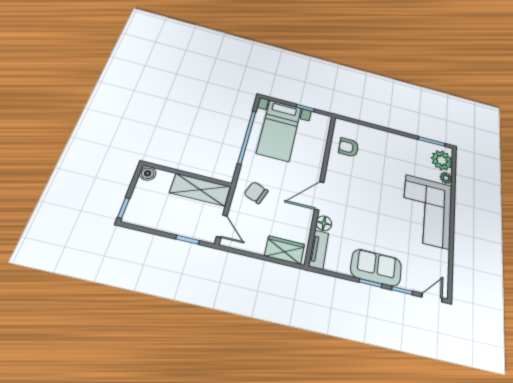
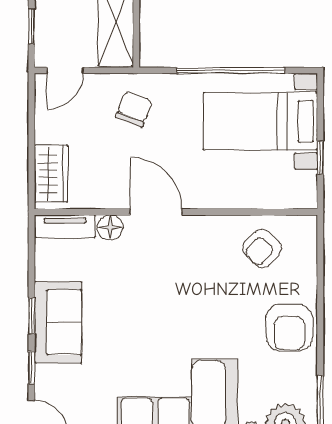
armchair: (392, 145) -> (289, 328), added
armchair: (349, 147) -> (262, 248), turned -136

